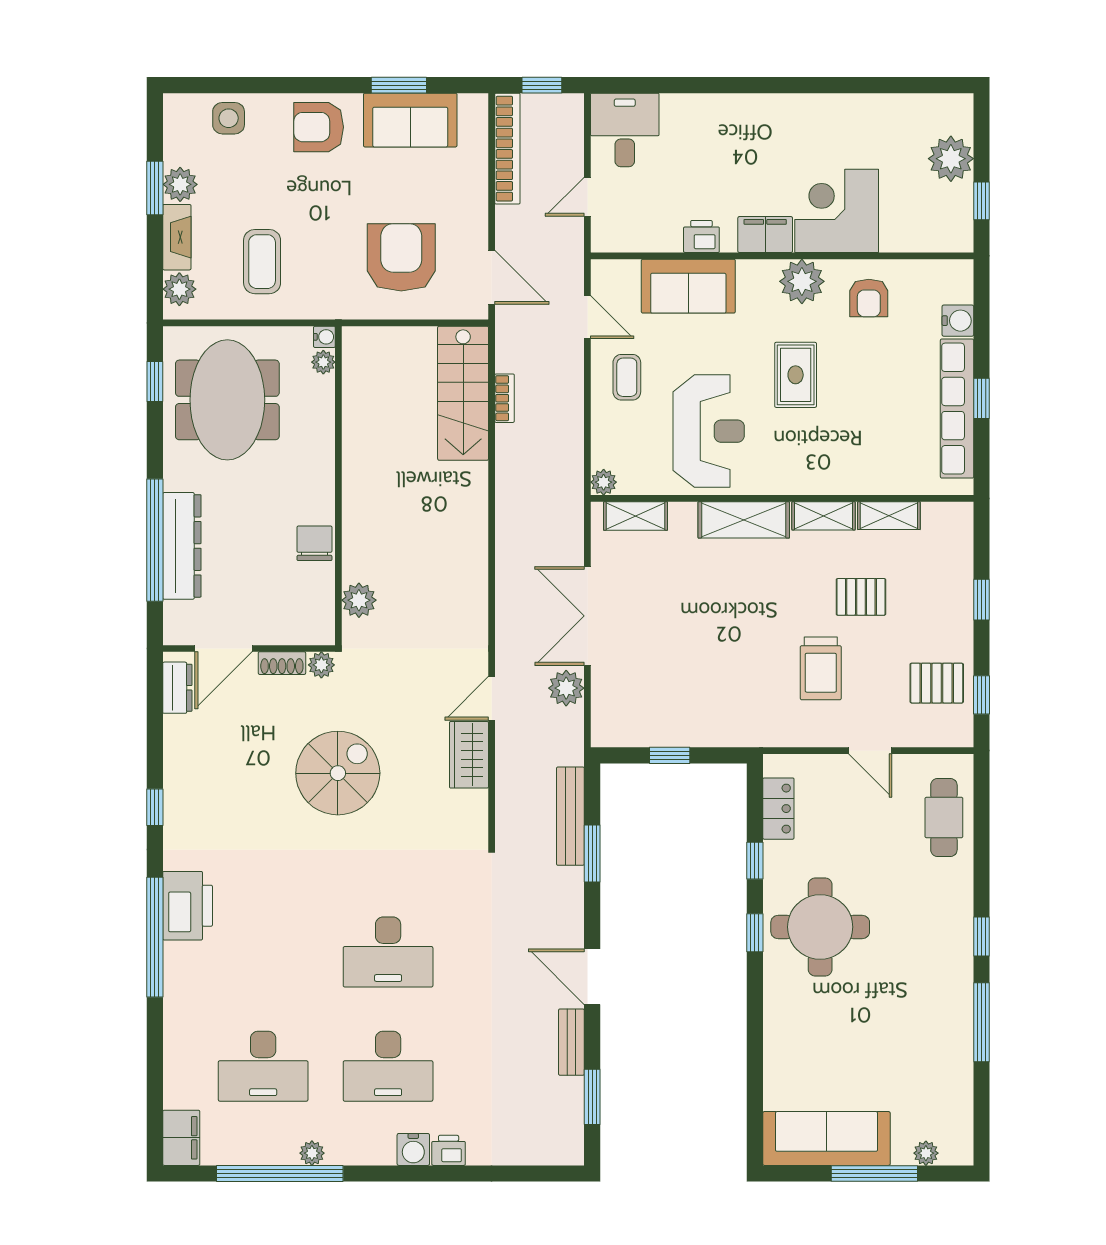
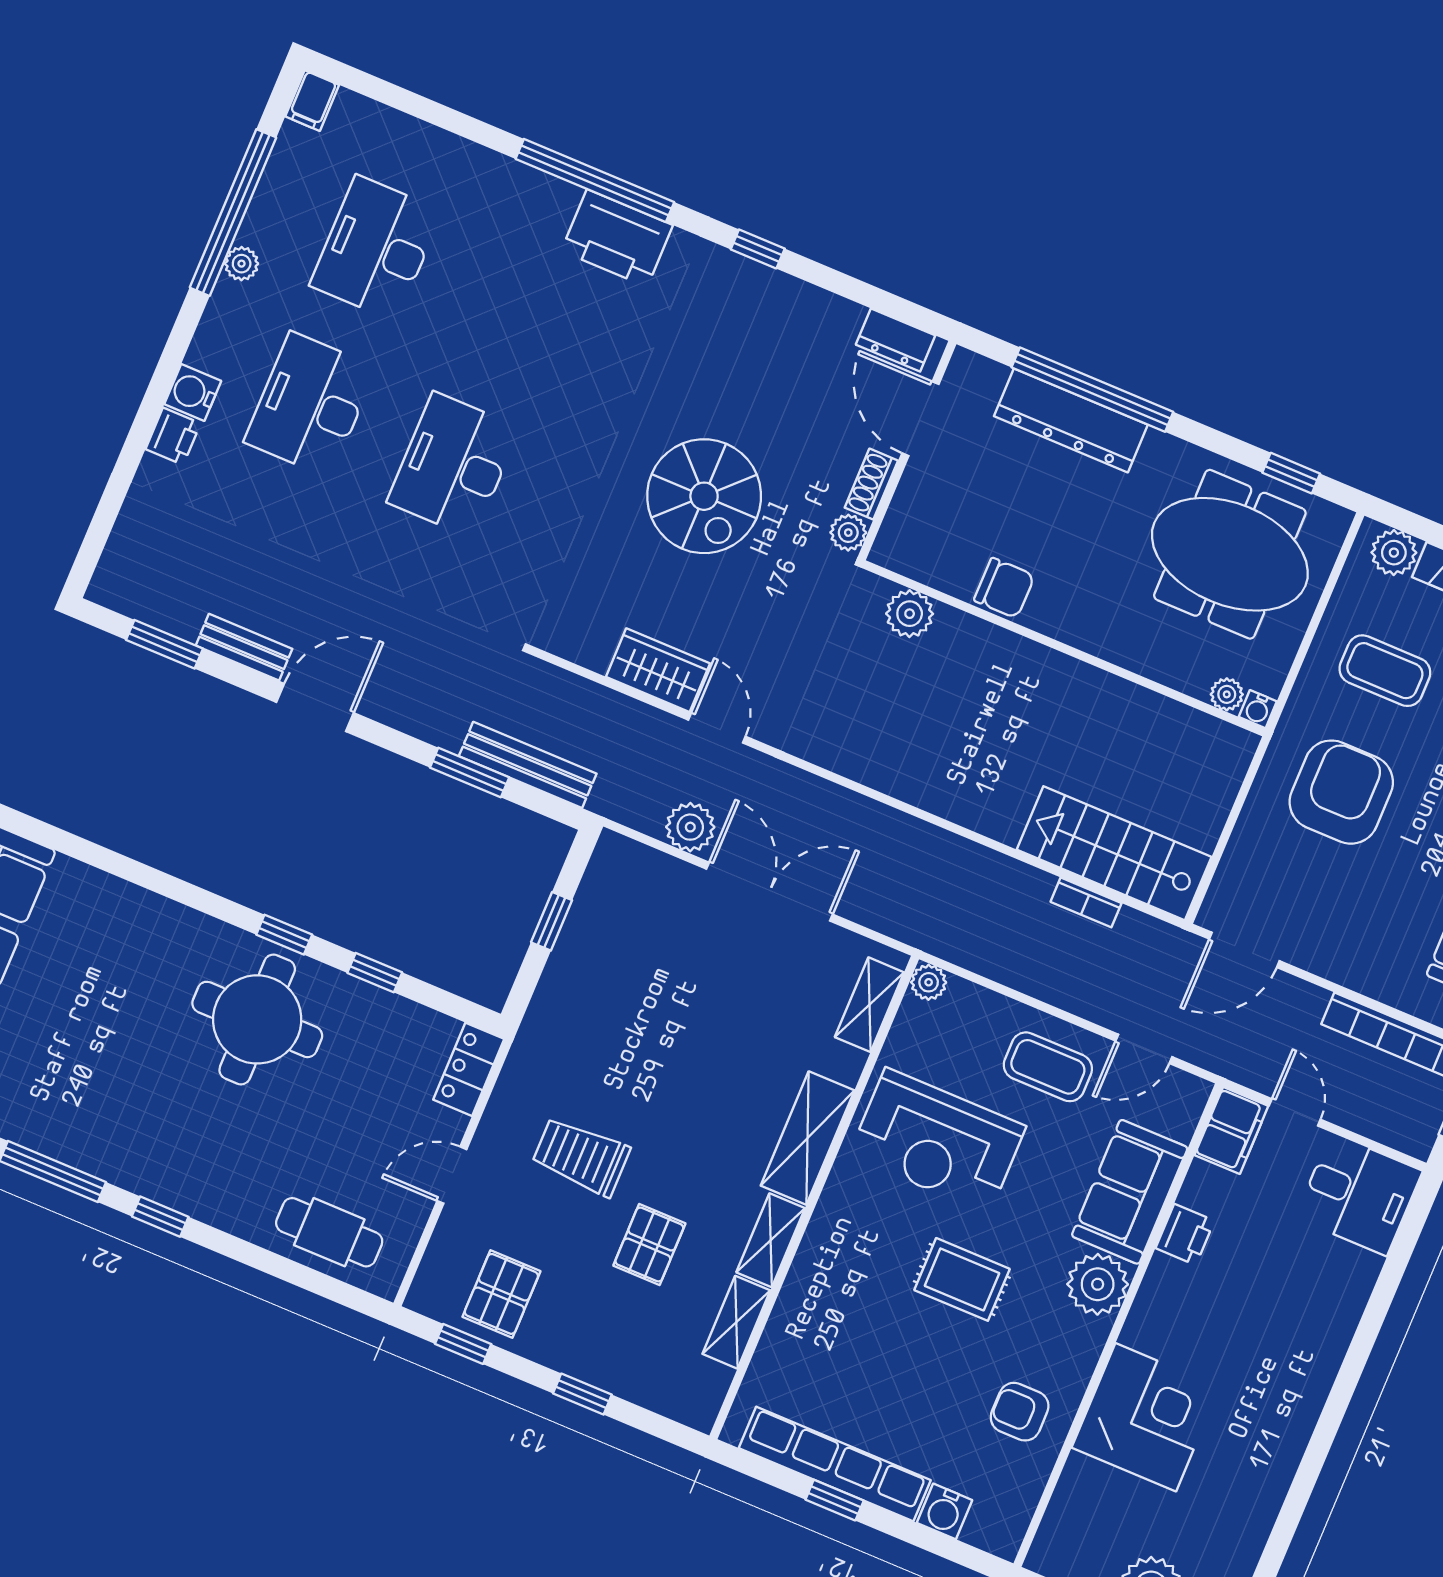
filing cabinet: (765, 235) -> (1231, 1130), moved
armchair: (401, 257) -> (1341, 792), moved, turned -90
plant: (802, 281) -> (1098, 1284), moved
coffee table: (627, 377) -> (1048, 1067), width x1.36, depth x1.30
locker: (778, 809) -> (469, 1069), moved, turned 90
filing cabinet: (181, 1138) -> (312, 101), width x0.50

